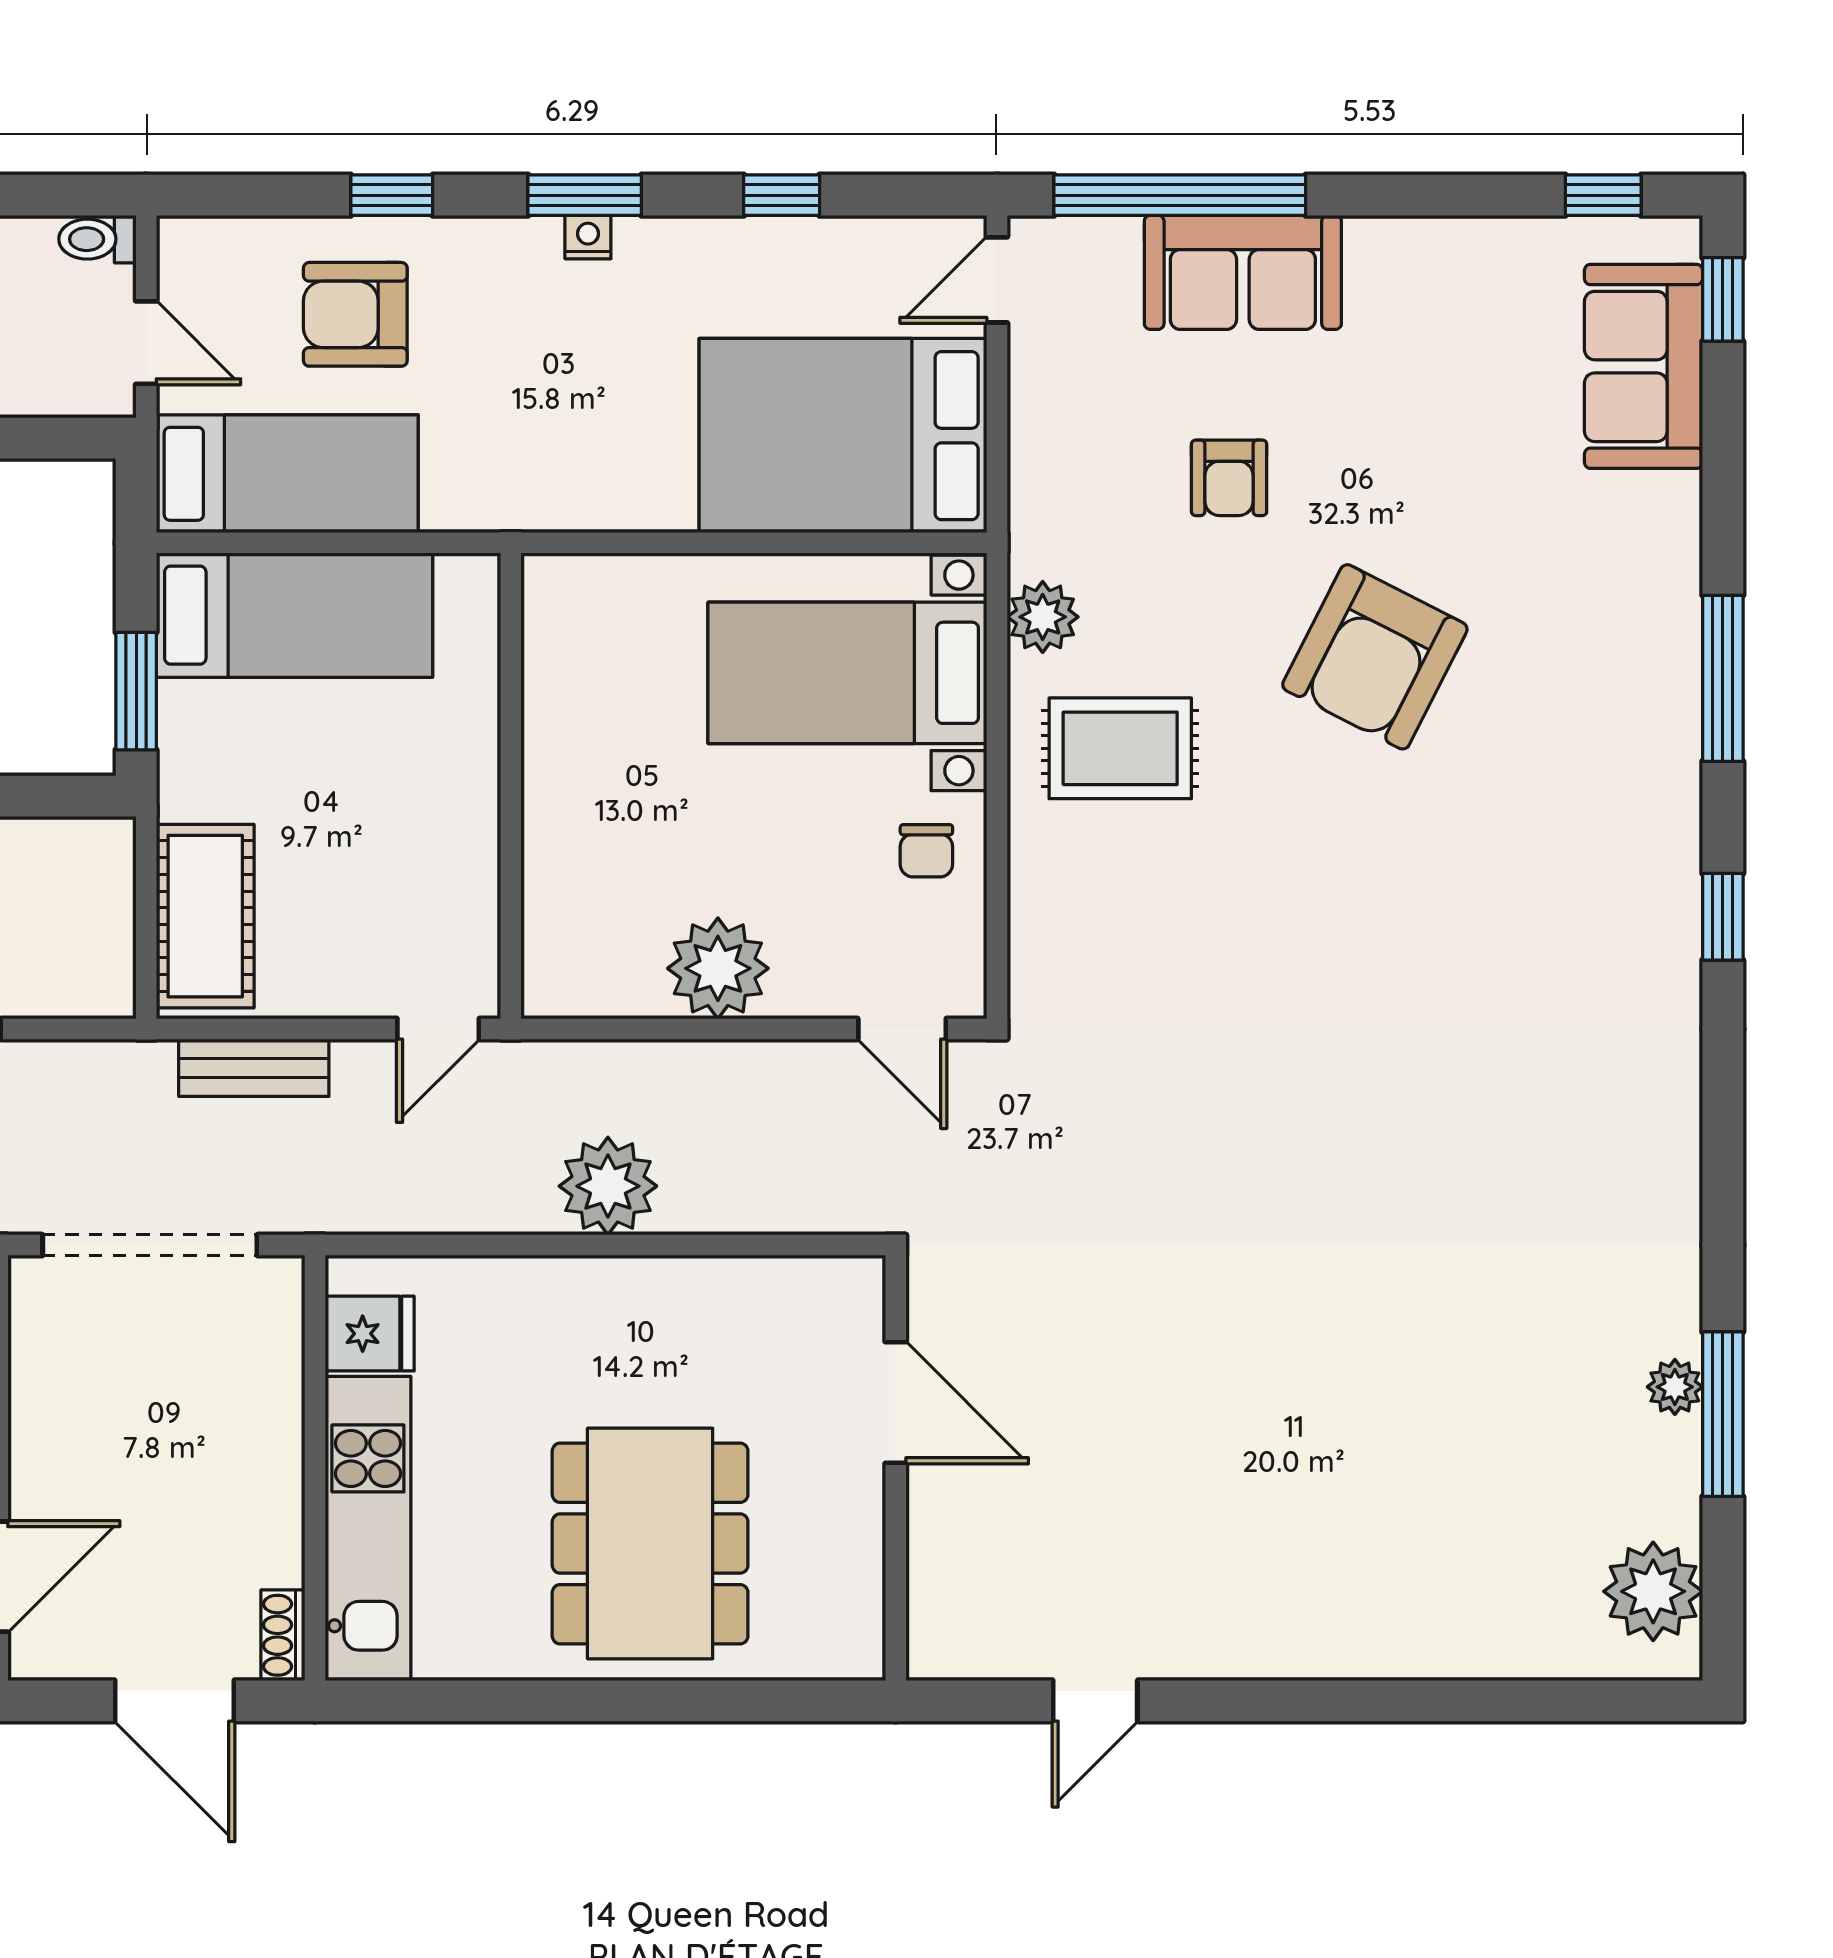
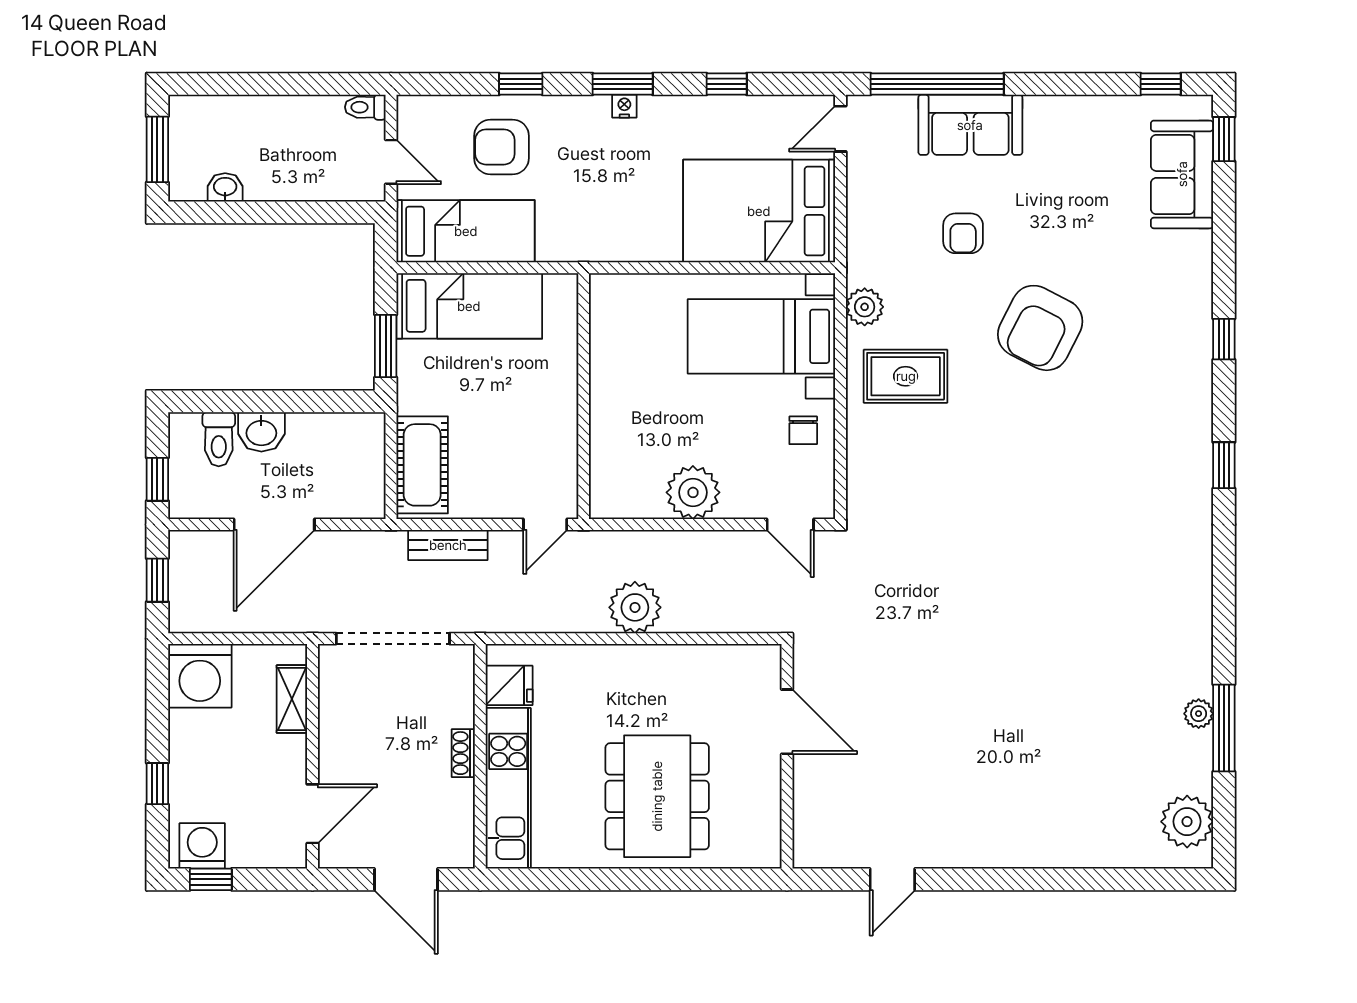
window: (1723, 678) -> (1224, 339), width x0.46
shoe rack: (283, 1635) -> (463, 753), moved

